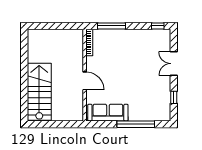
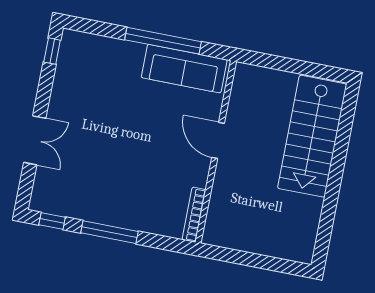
window: (111, 26) -> (109, 232), moved
window: (174, 97) -> (52, 51), moved
window: (136, 124) -> (163, 41), moved

